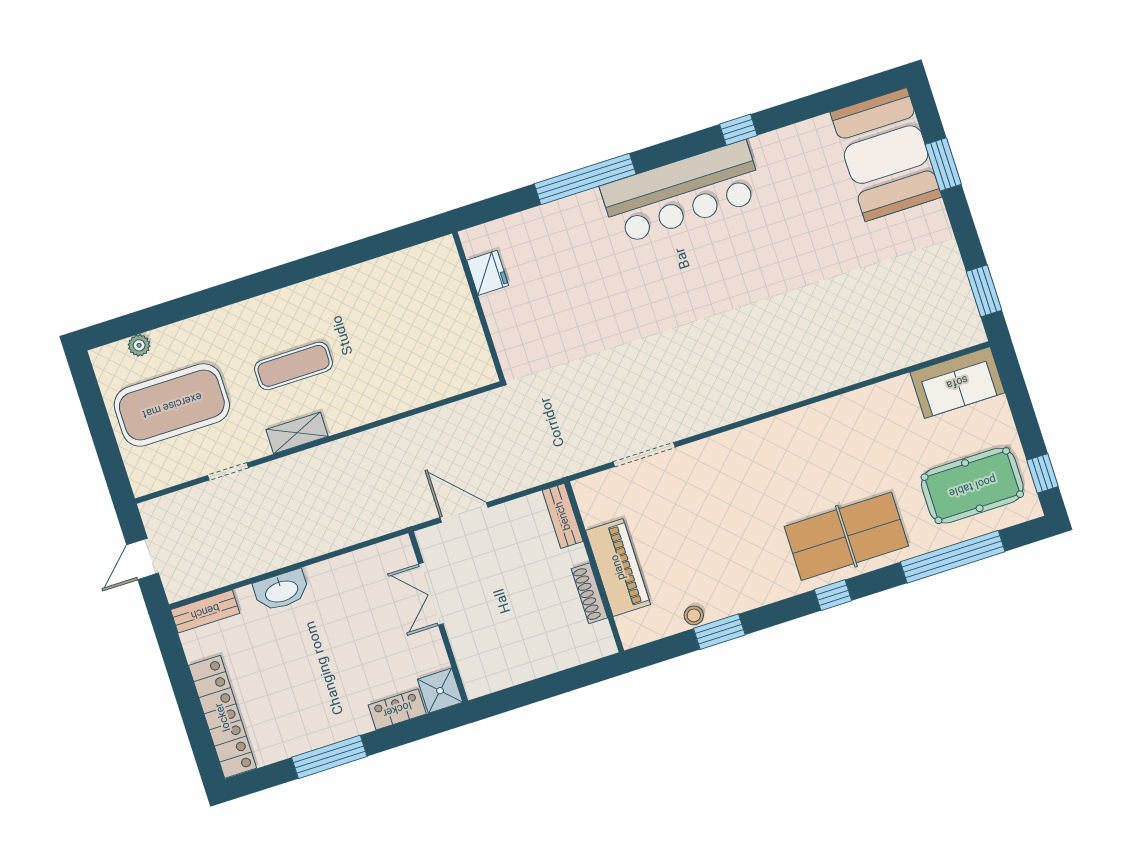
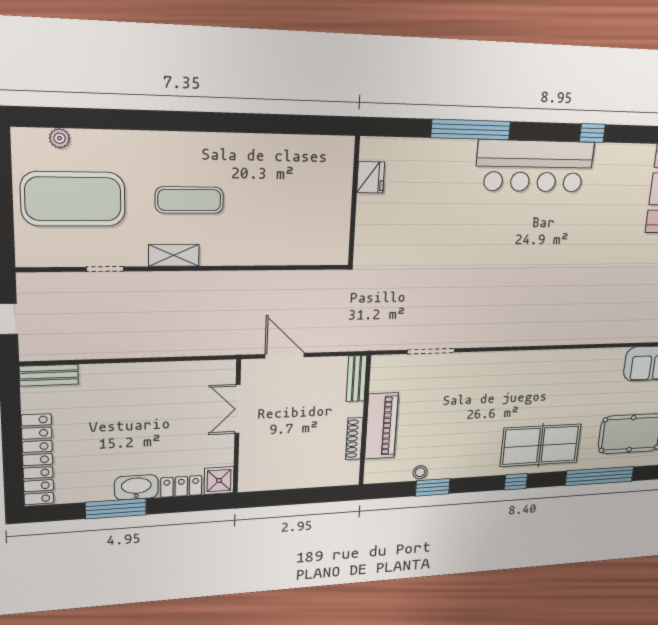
washbasin: (281, 591) -> (136, 487), moved, turned 180

